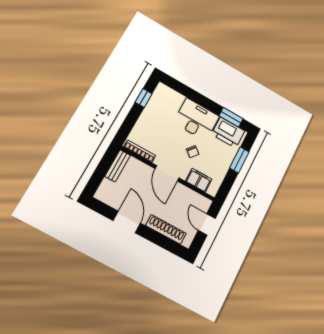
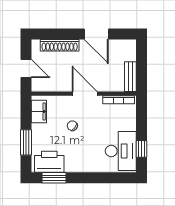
desk: (196, 119) -> (121, 151), moved, turned -90
filing cabinet: (199, 180) -> (39, 111), moved, turned -90

